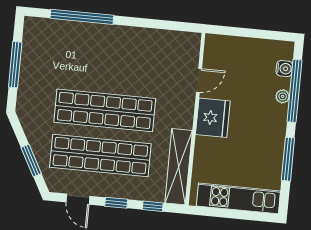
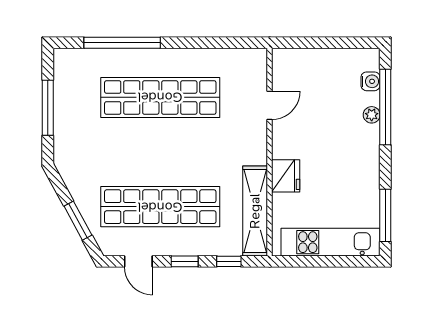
shop shelf: (105, 110) -> (160, 97), moved
fridge: (213, 118) -> (286, 176), moved, width x0.73, depth x0.75
window: (288, 159) -> (385, 215), moved

